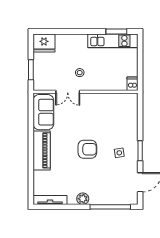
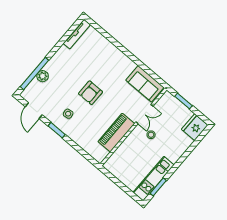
dishwasher: (133, 84) -> (110, 166), removed
double door: (68, 92) -> (144, 114), swing flipped
piano: (42, 150) -> (116, 133), moved, turned 90
plant: (83, 199) -> (43, 76), moved

